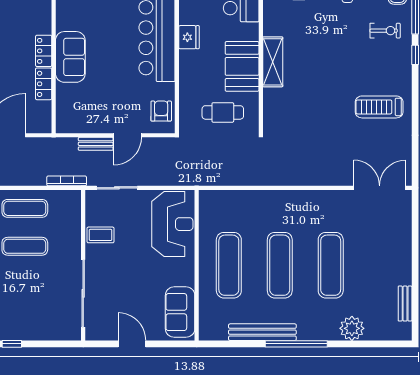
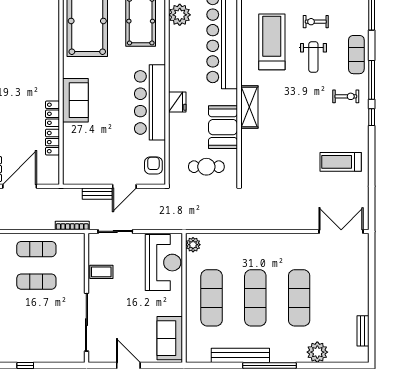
sofa: (70, 57) -> (75, 100), moved
shelving: (273, 62) -> (249, 107), moved
plant: (207, 203) -> (193, 245), added

